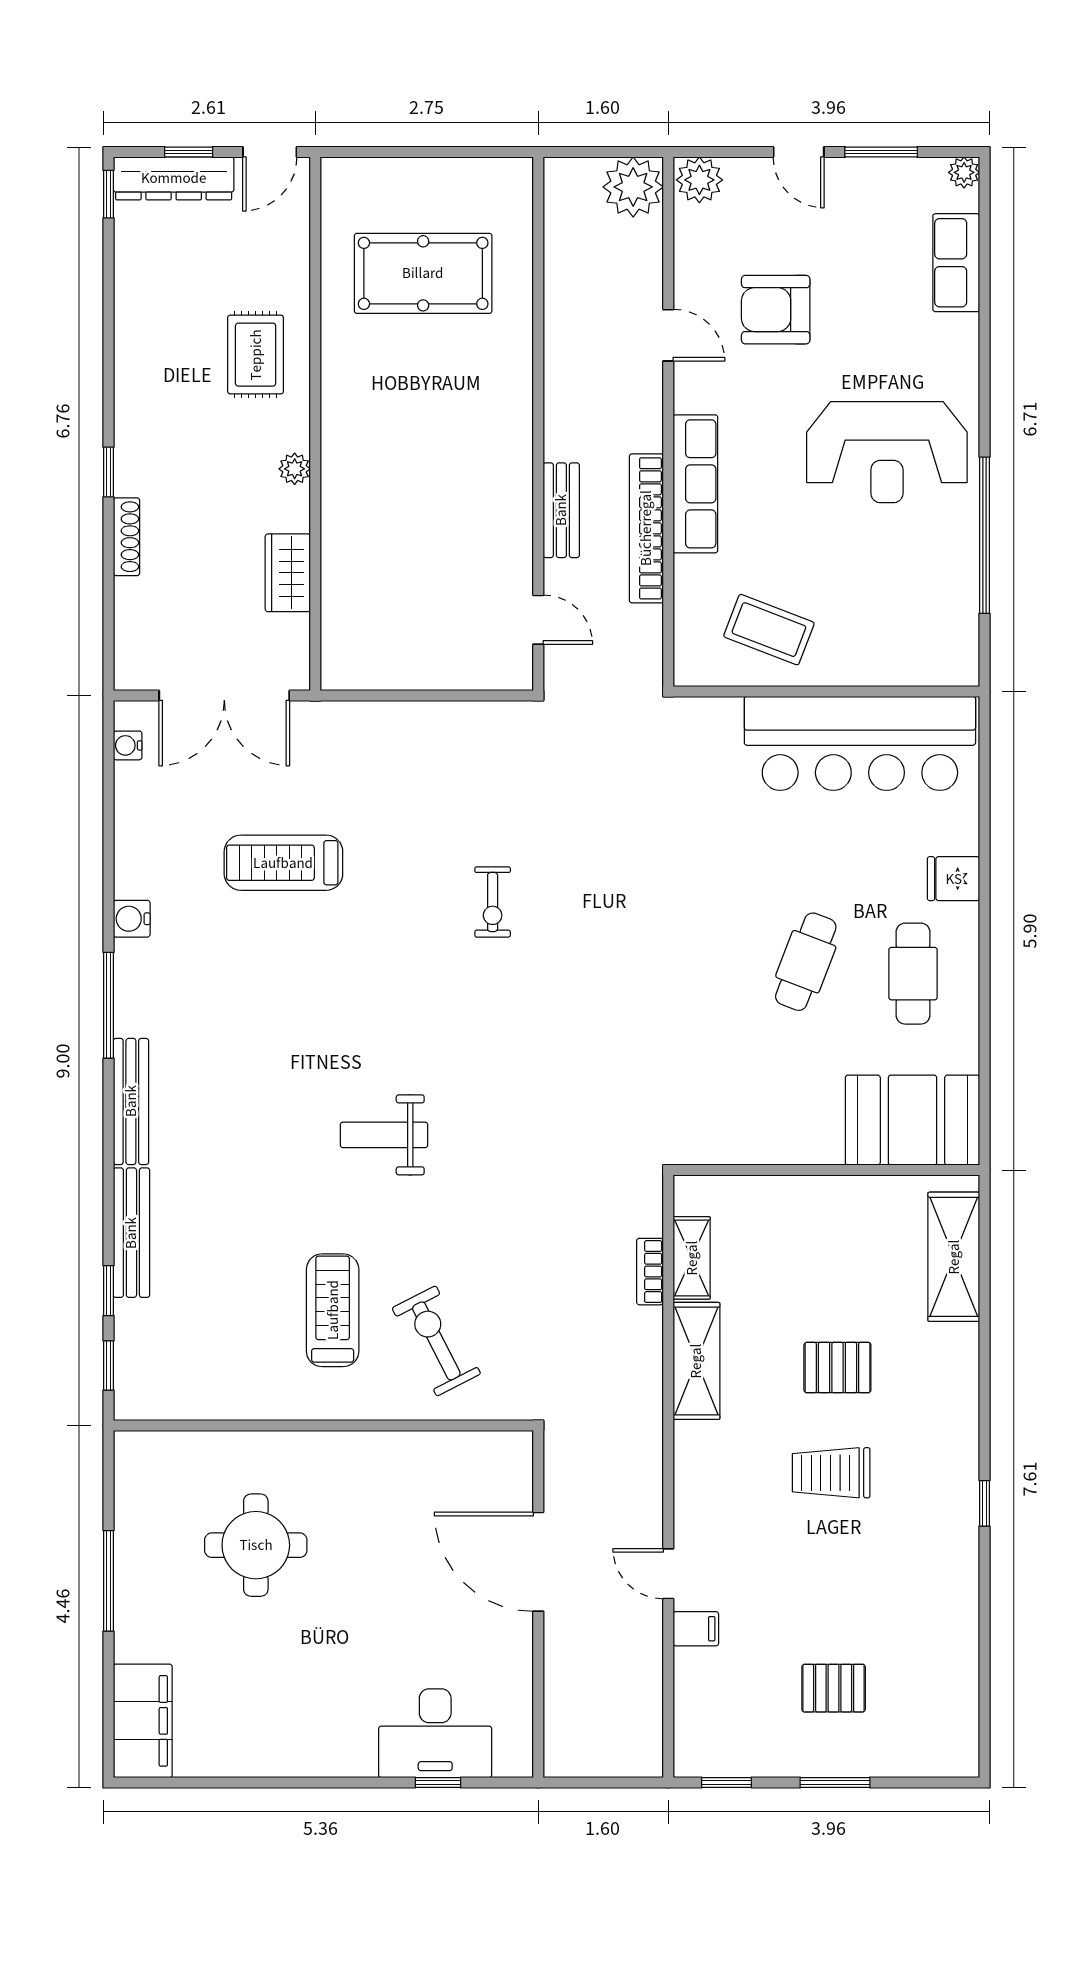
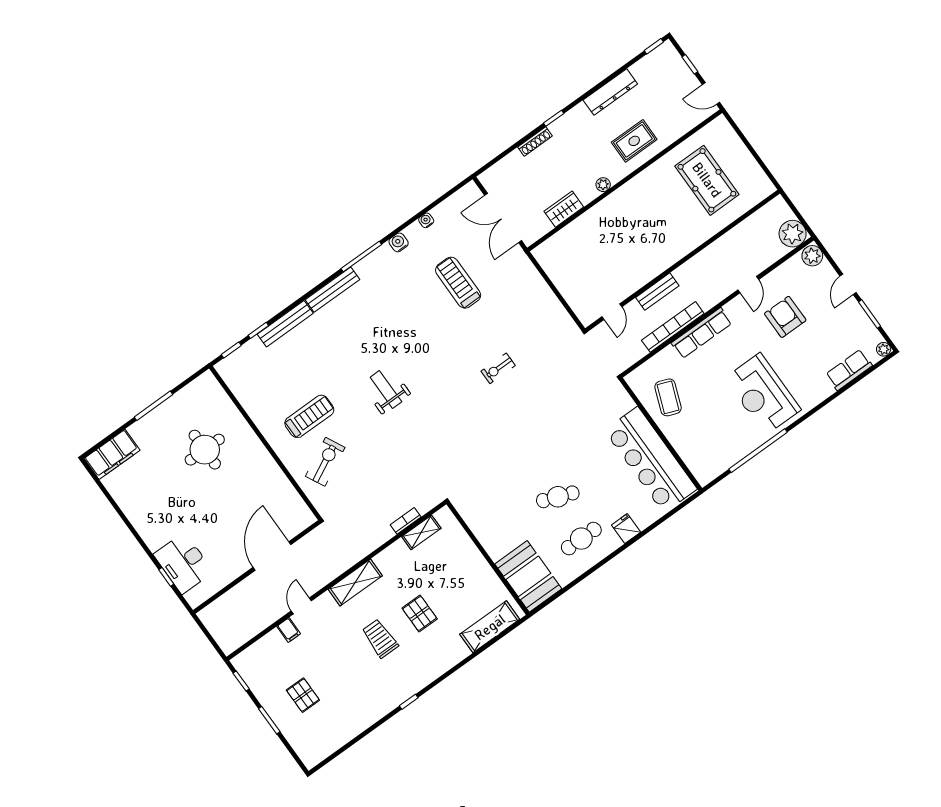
dresser: (174, 178) -> (610, 92), moved, turned -90
water cooler: (128, 745) -> (426, 220), moved
shelving: (696, 1361) -> (355, 582), moved

